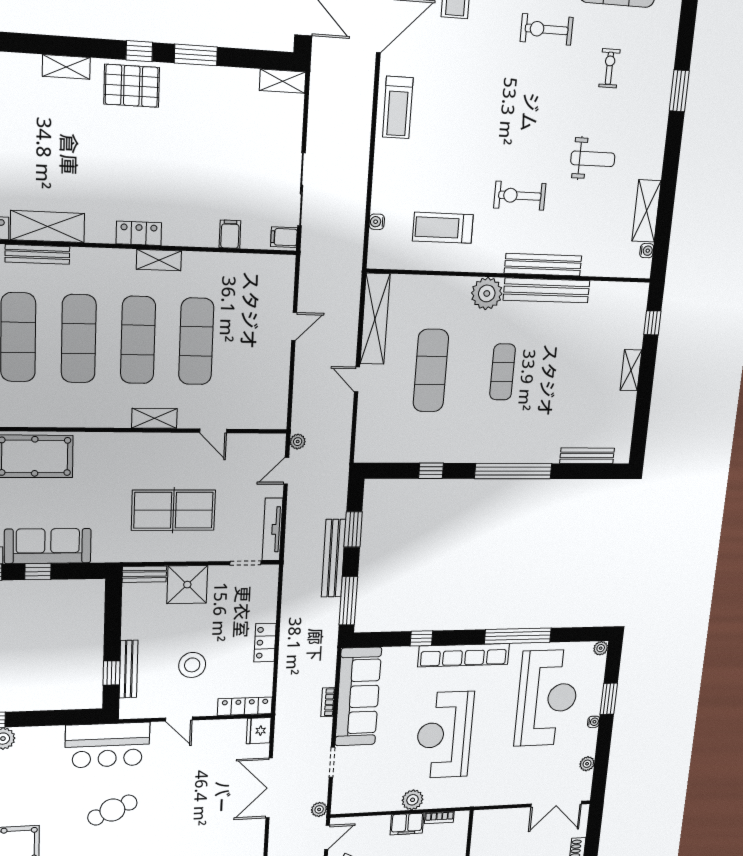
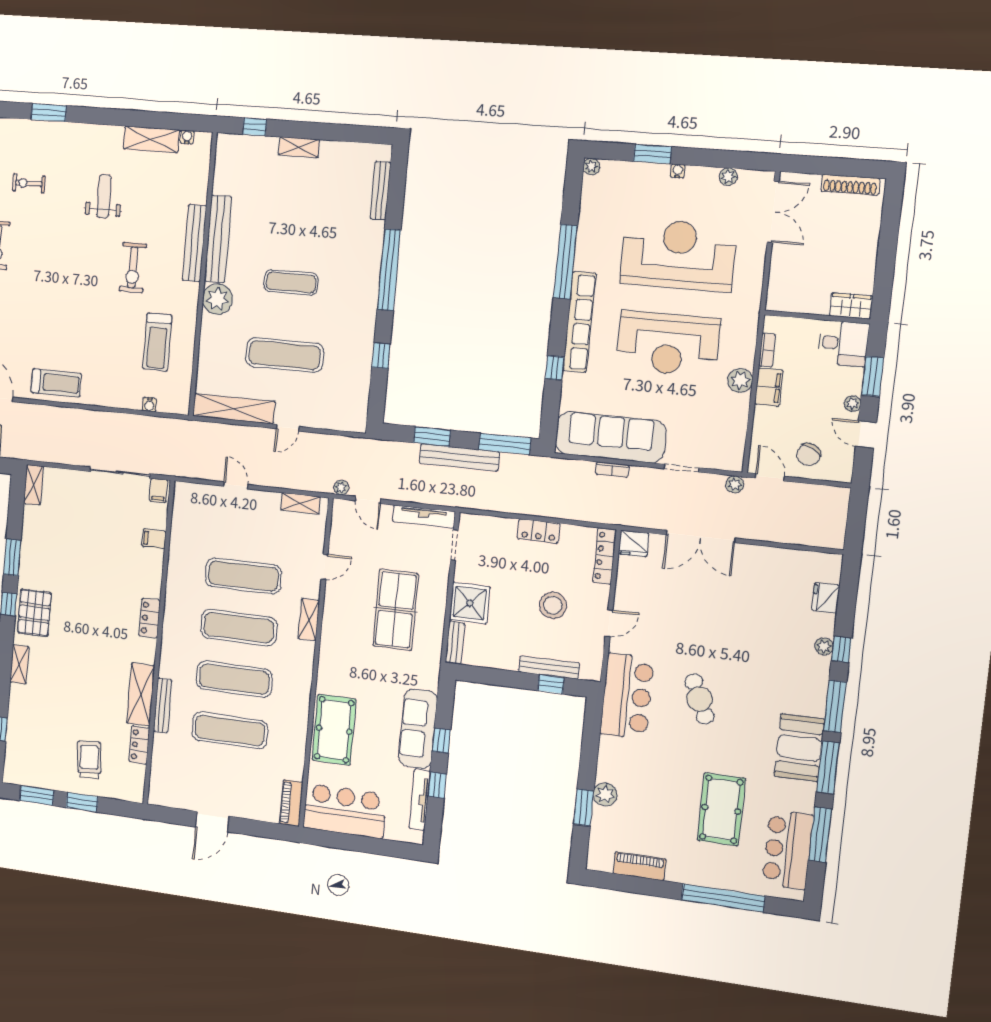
shelving: (159, 260) -> (300, 503), moved, turned 90
reception desk: (547, 698) -> (678, 255), moved

